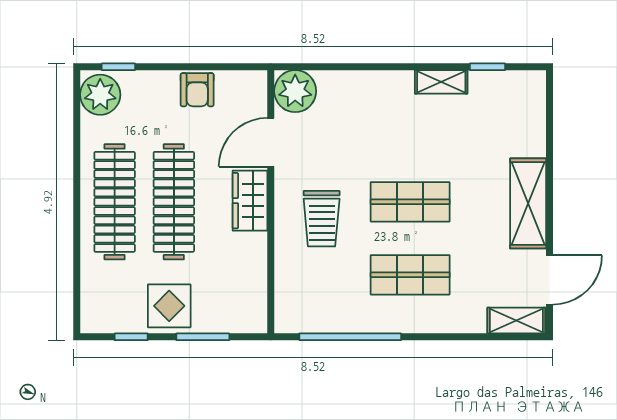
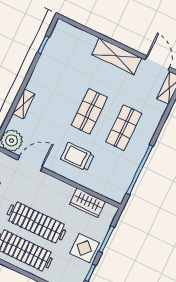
shelving: (441, 82) -> (24, 104), moved
door: (271, 142) -> (30, 163), swing flipped
wardrobe: (250, 201) -> (87, 203), moved
trolley: (322, 219) -> (78, 157), turned 180

